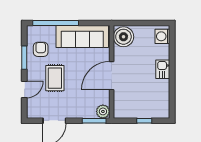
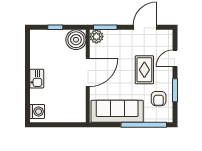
boiler: (123, 37) -> (76, 40), moved

